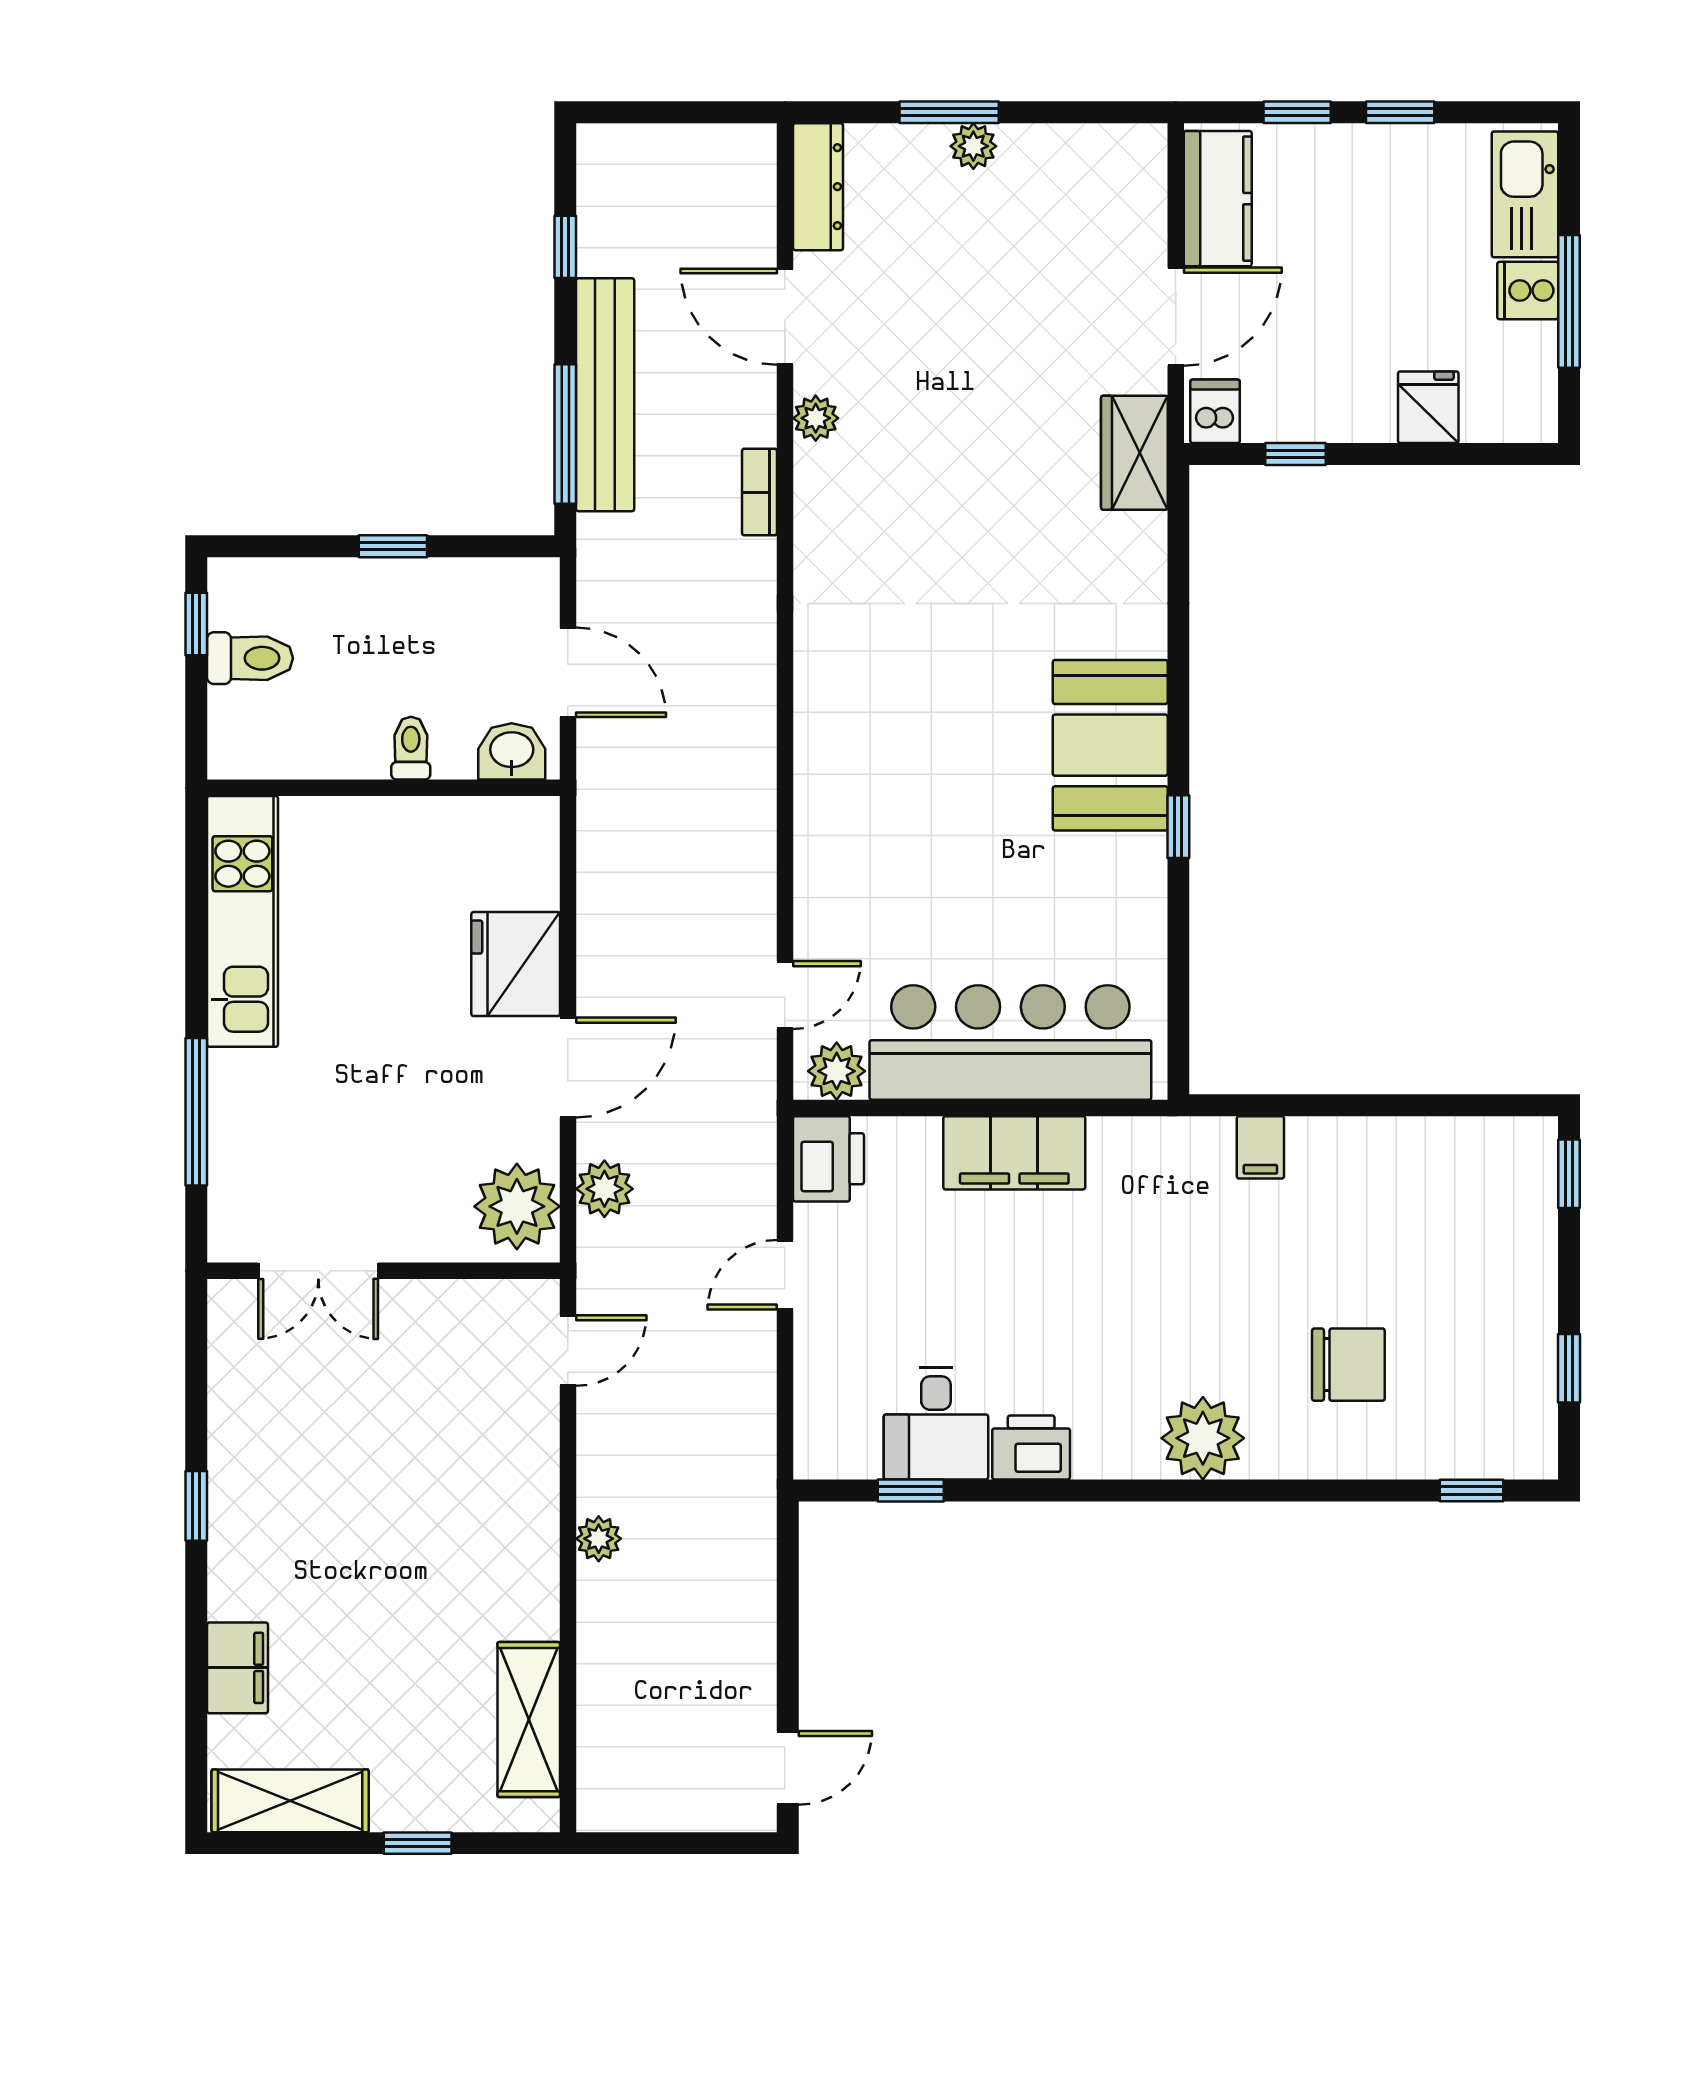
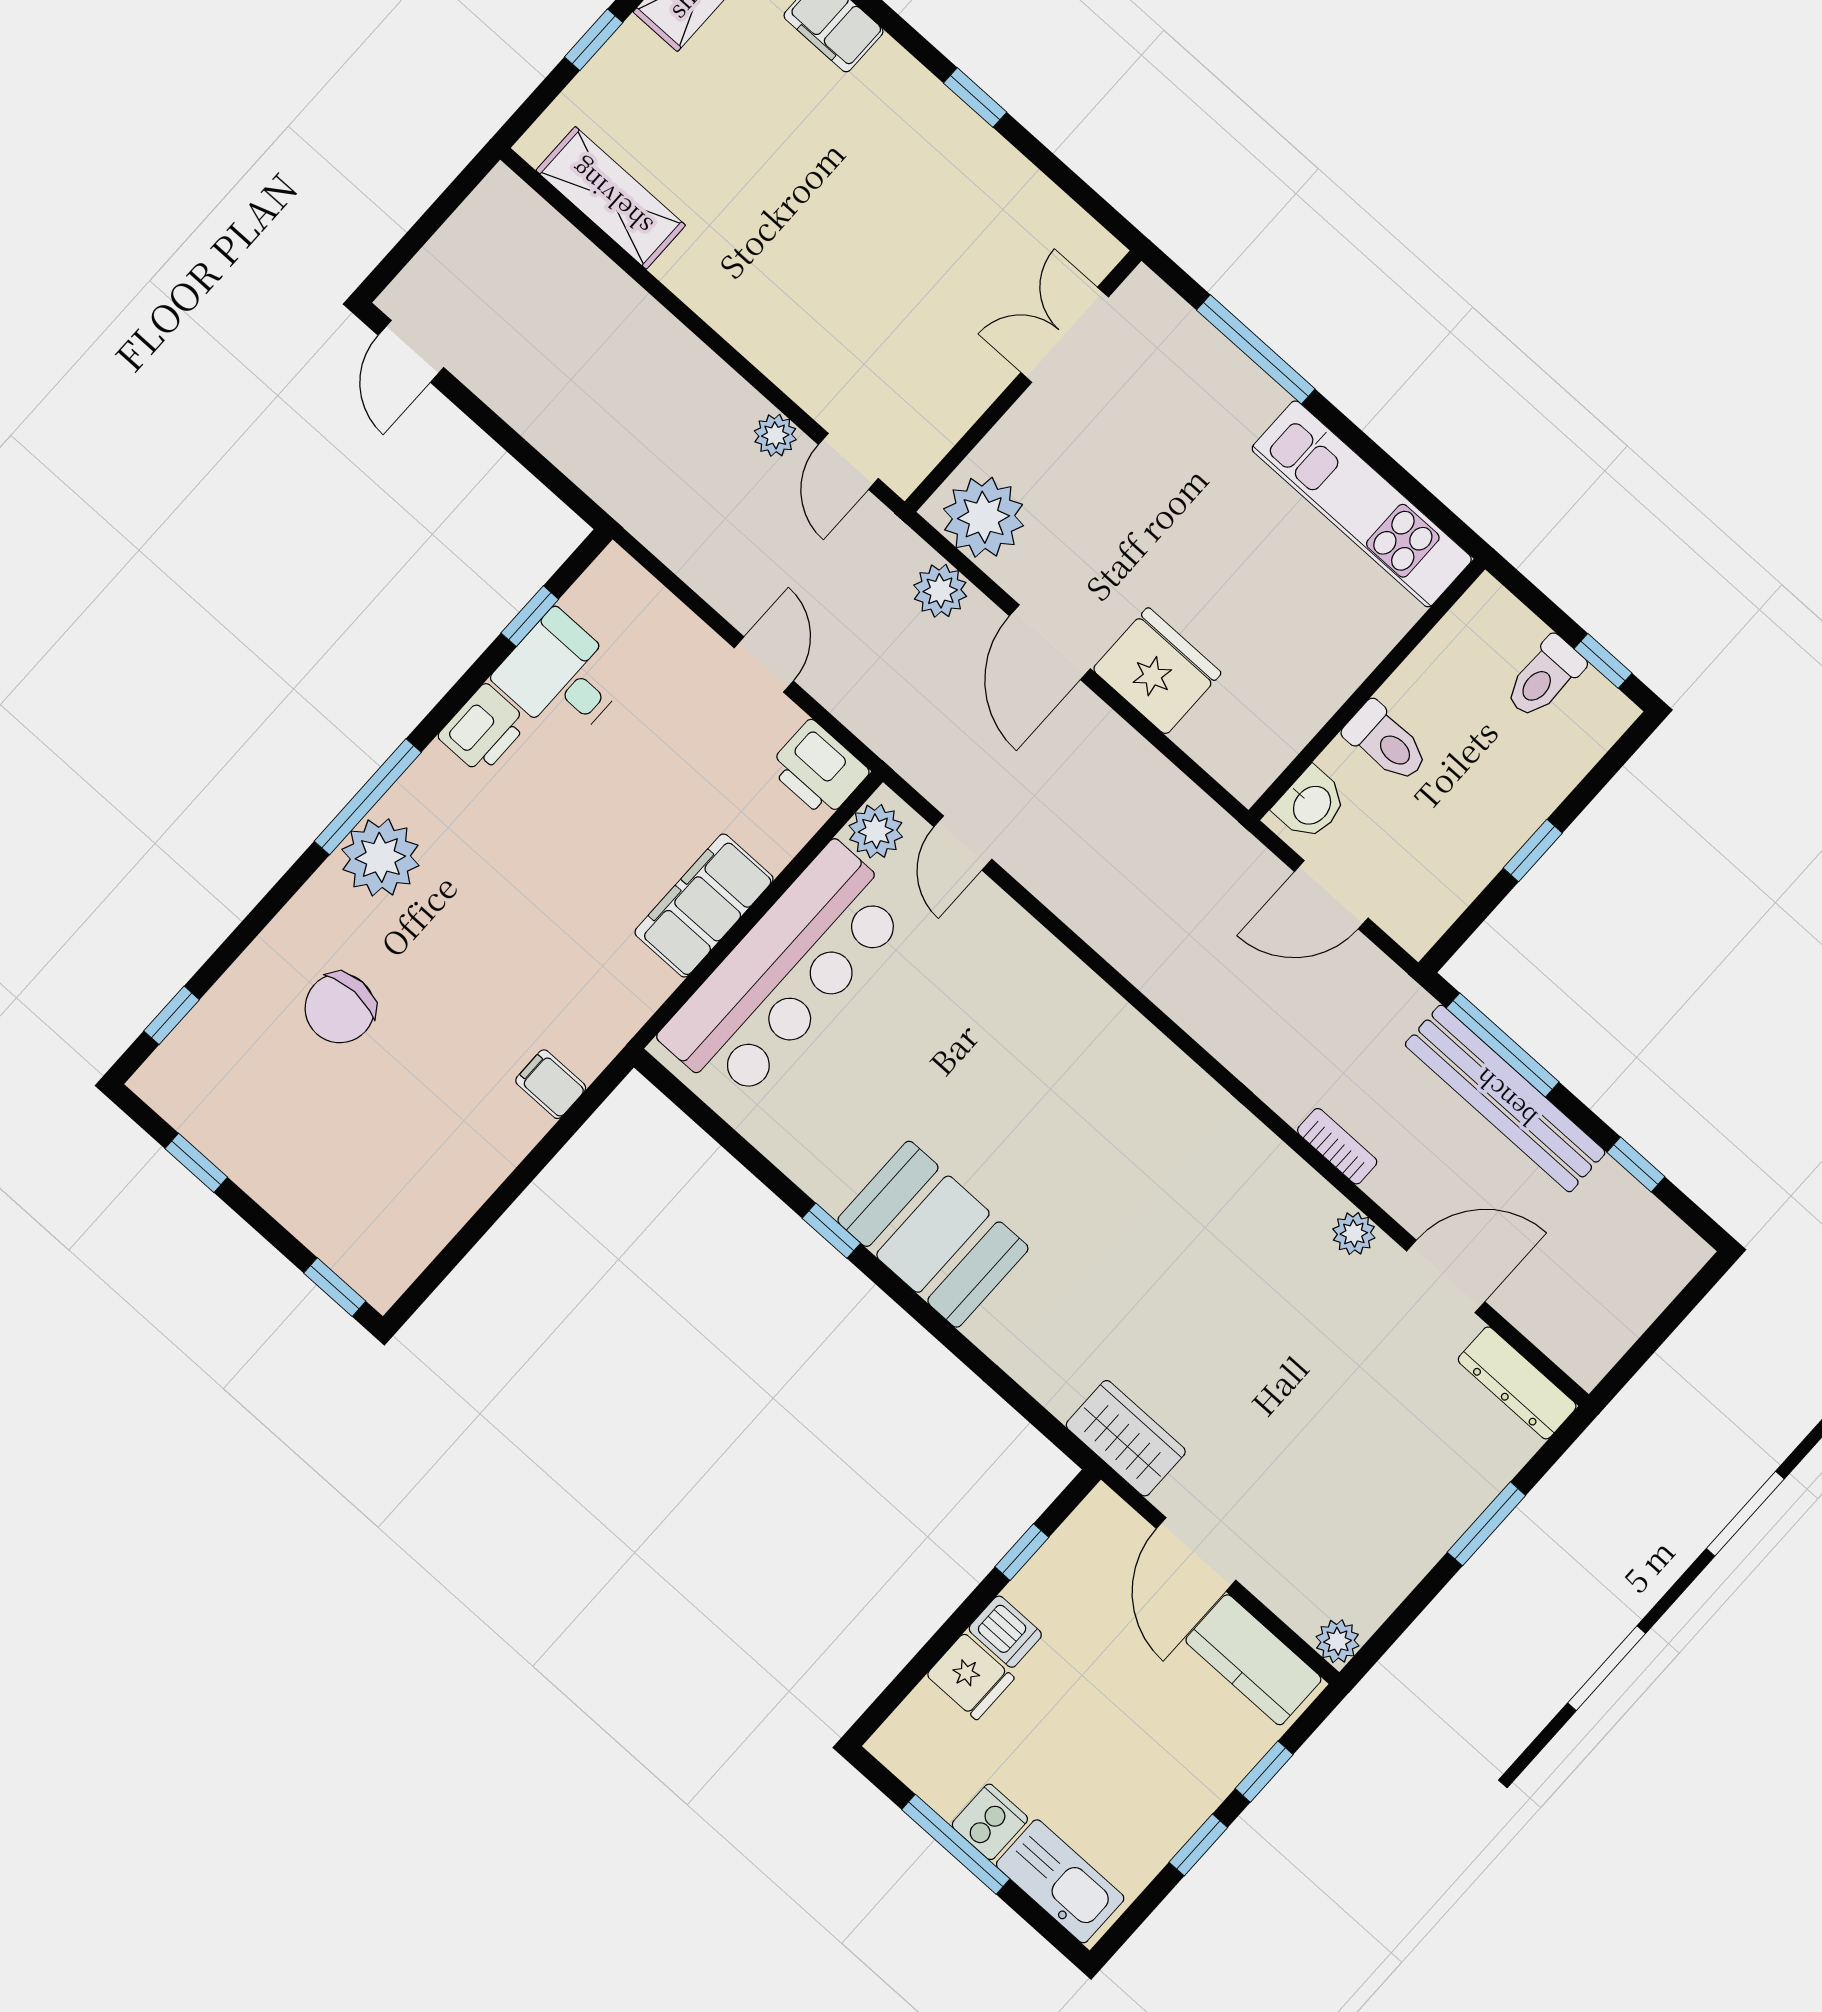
plant: (973, 146) -> (1338, 1641), moved
dishwasher: (1215, 411) -> (1005, 1632), moved
toilet: (411, 748) -> (1386, 742), width x1.37, depth x1.39
window: (1164, 1490) -> (368, 797), added
plant: (599, 1539) -> (775, 435), moved

